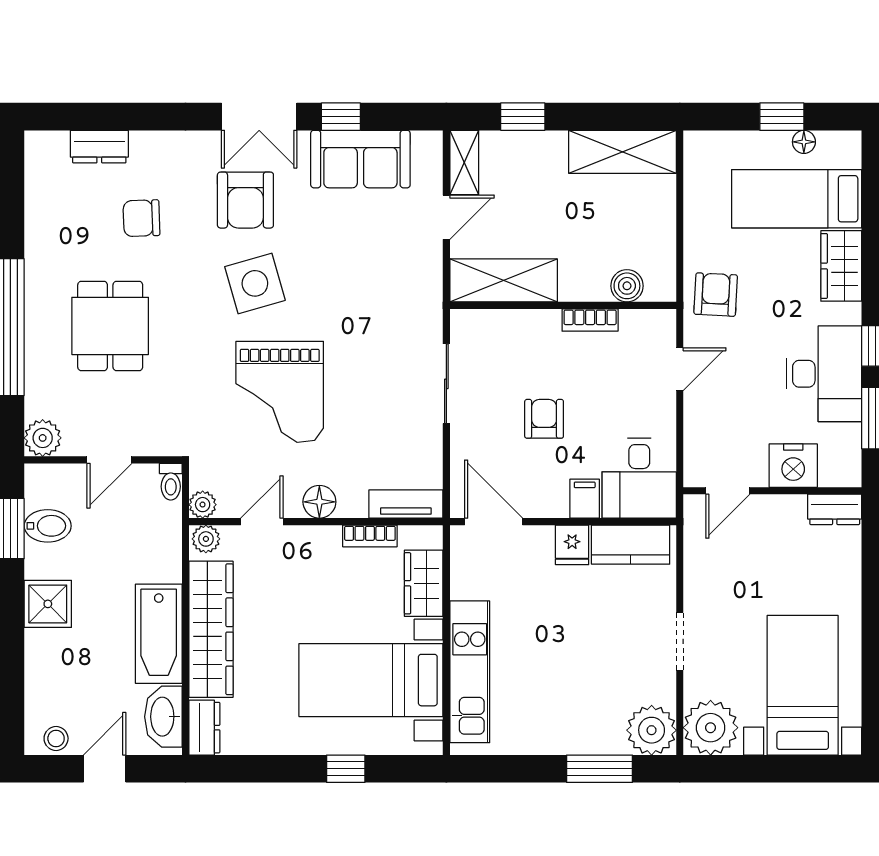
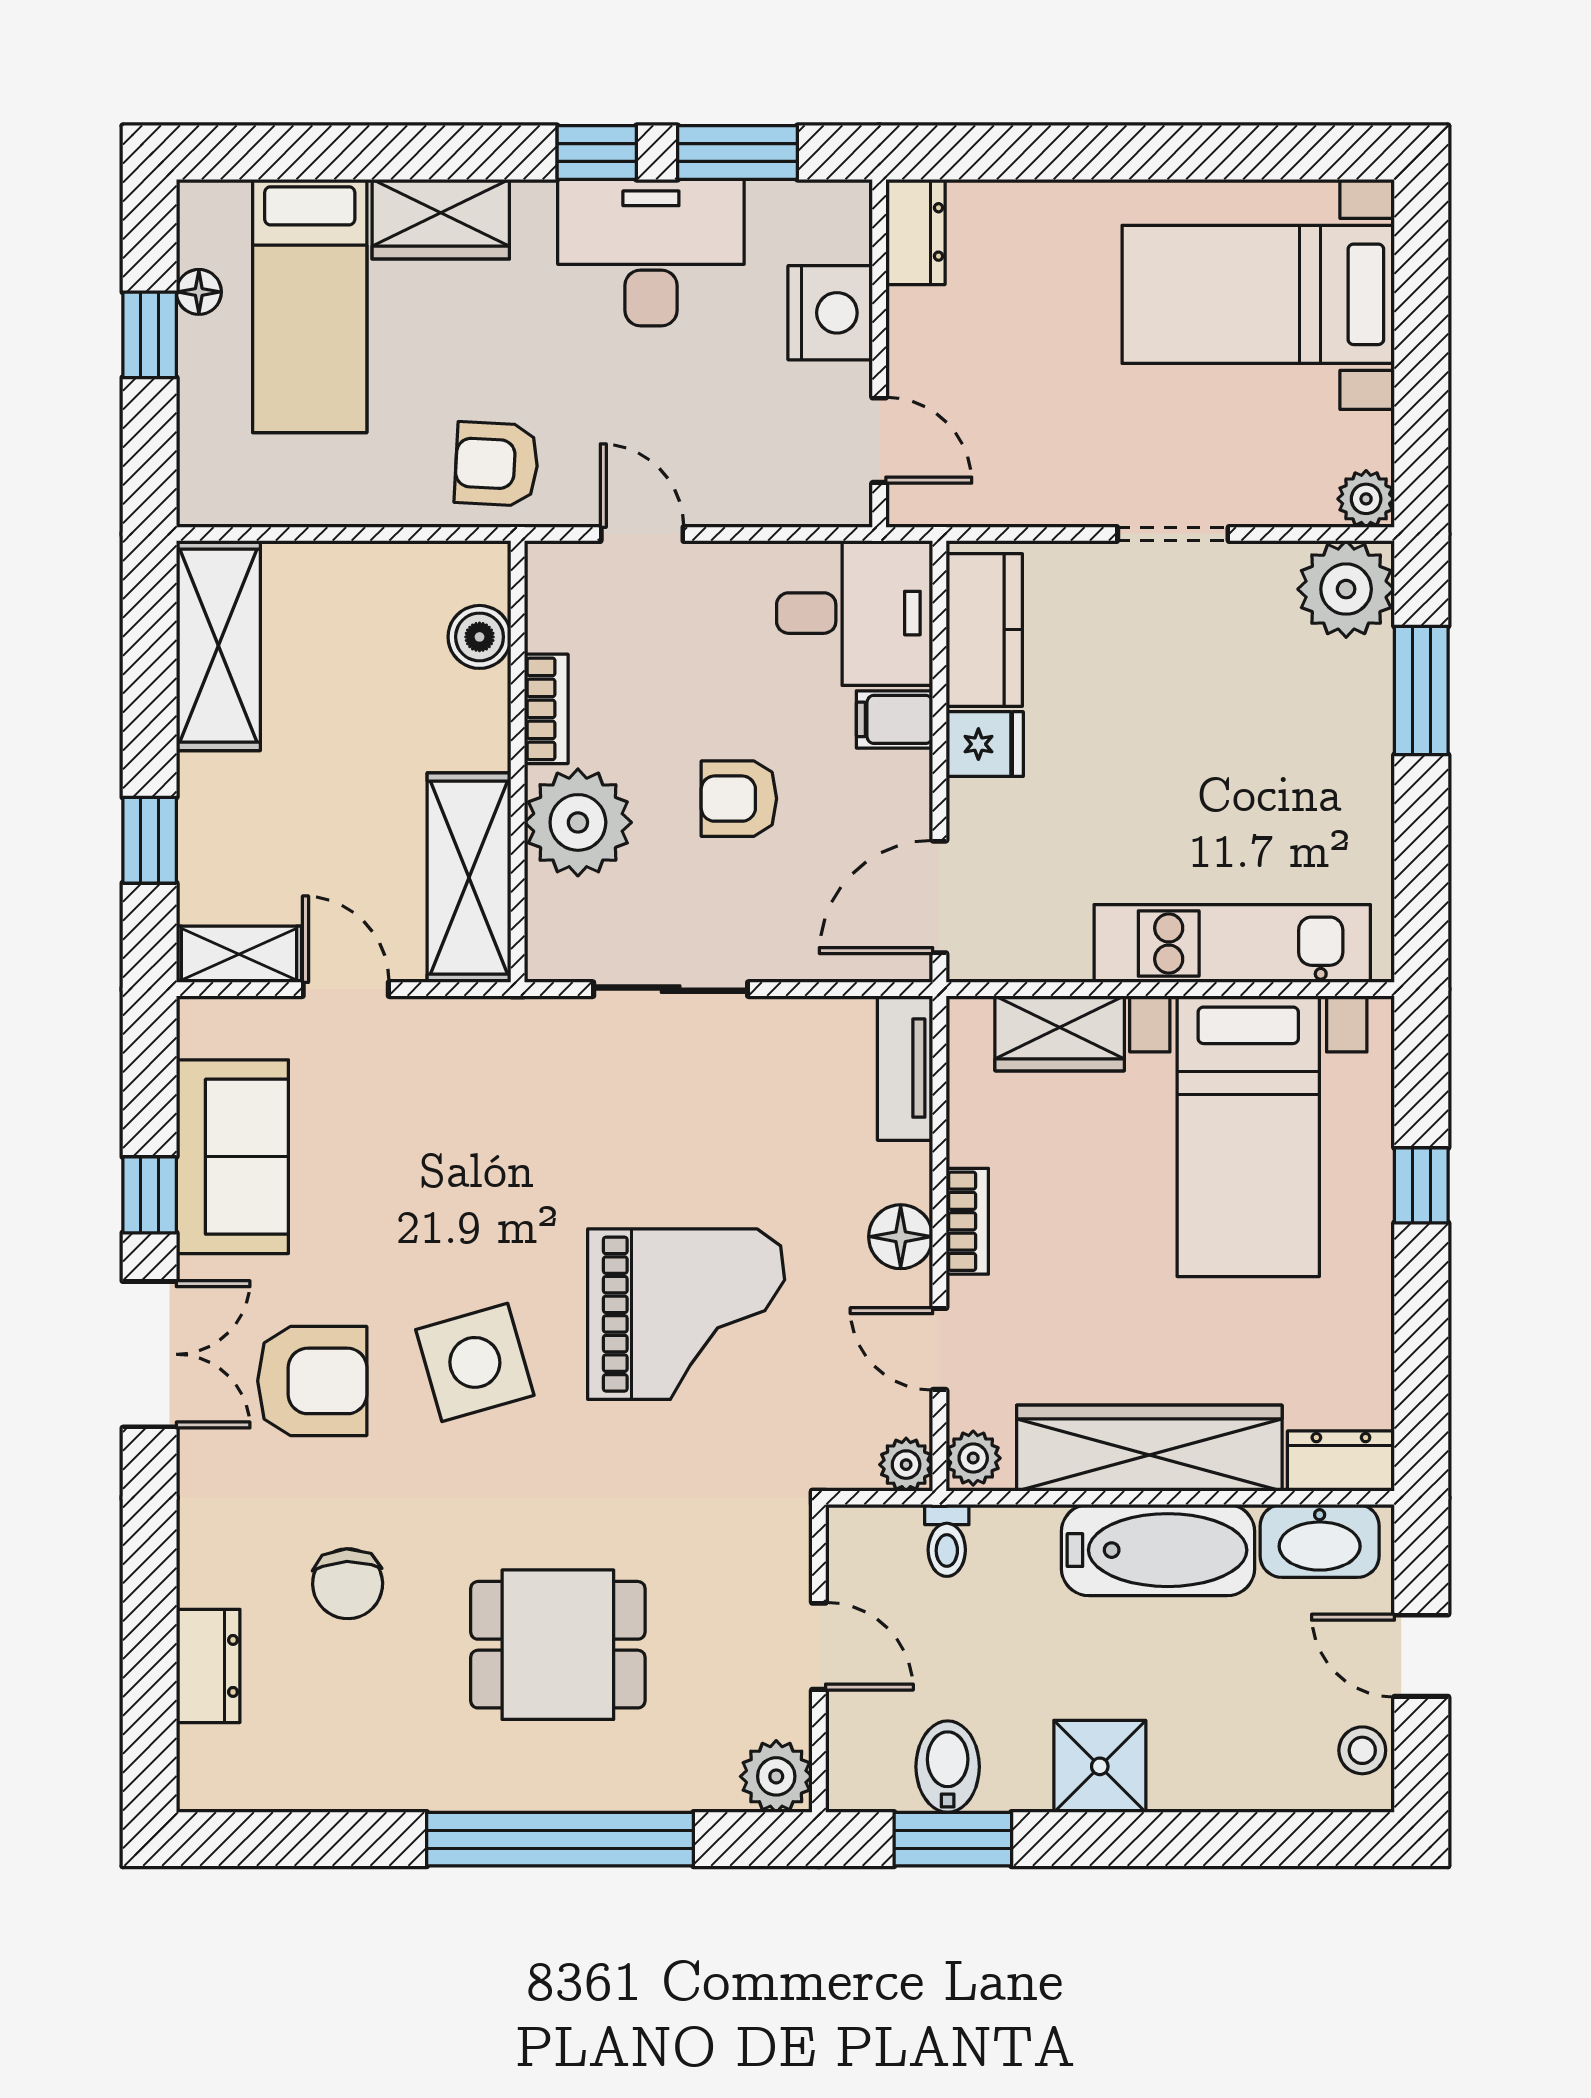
plant: (532, 336) -> (578, 822), added
toilet: (171, 482) -> (947, 1540), moved, turned 90
bookcase: (370, 536) -> (967, 1221), moved
plant: (711, 728) -> (1366, 499), width x0.53, depth x0.53

